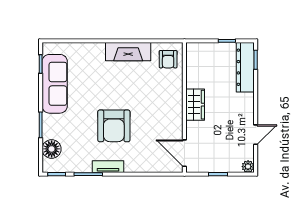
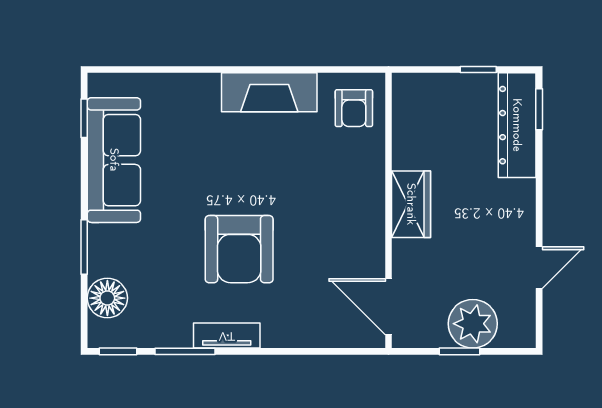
plant: (248, 167) -> (473, 324), moved, width x1.88, depth x1.88

